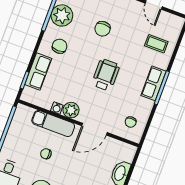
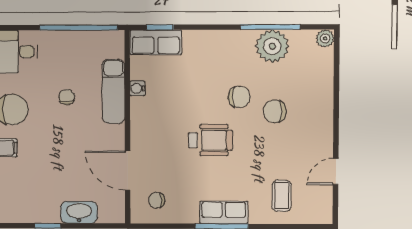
chair: (60, 46) -> (239, 97), moved
row of seats: (38, 72) -> (156, 42), moved
plant: (71, 110) -> (142, 110), removed
door: (94, 129) -> (128, 171), moved

